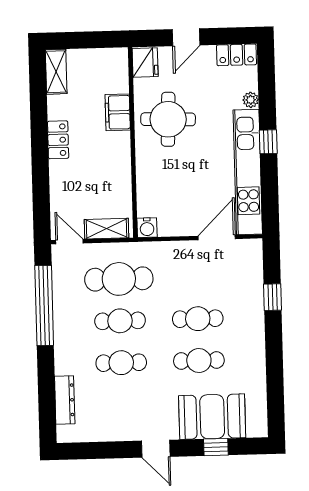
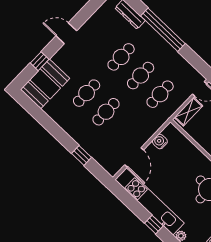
water cooler: (147, 228) -> (160, 141), moved
cafe table: (119, 279) -> (160, 94), width x0.73, depth x0.74
window: (44, 305) -> (163, 30), moved
booth: (212, 417) -> (45, 84), moved

